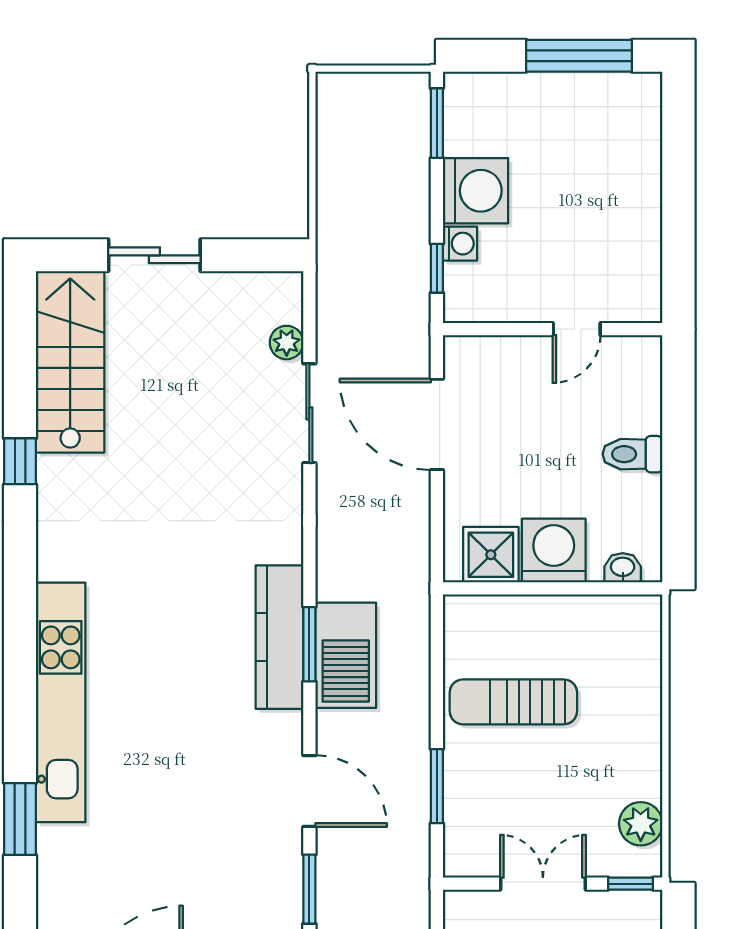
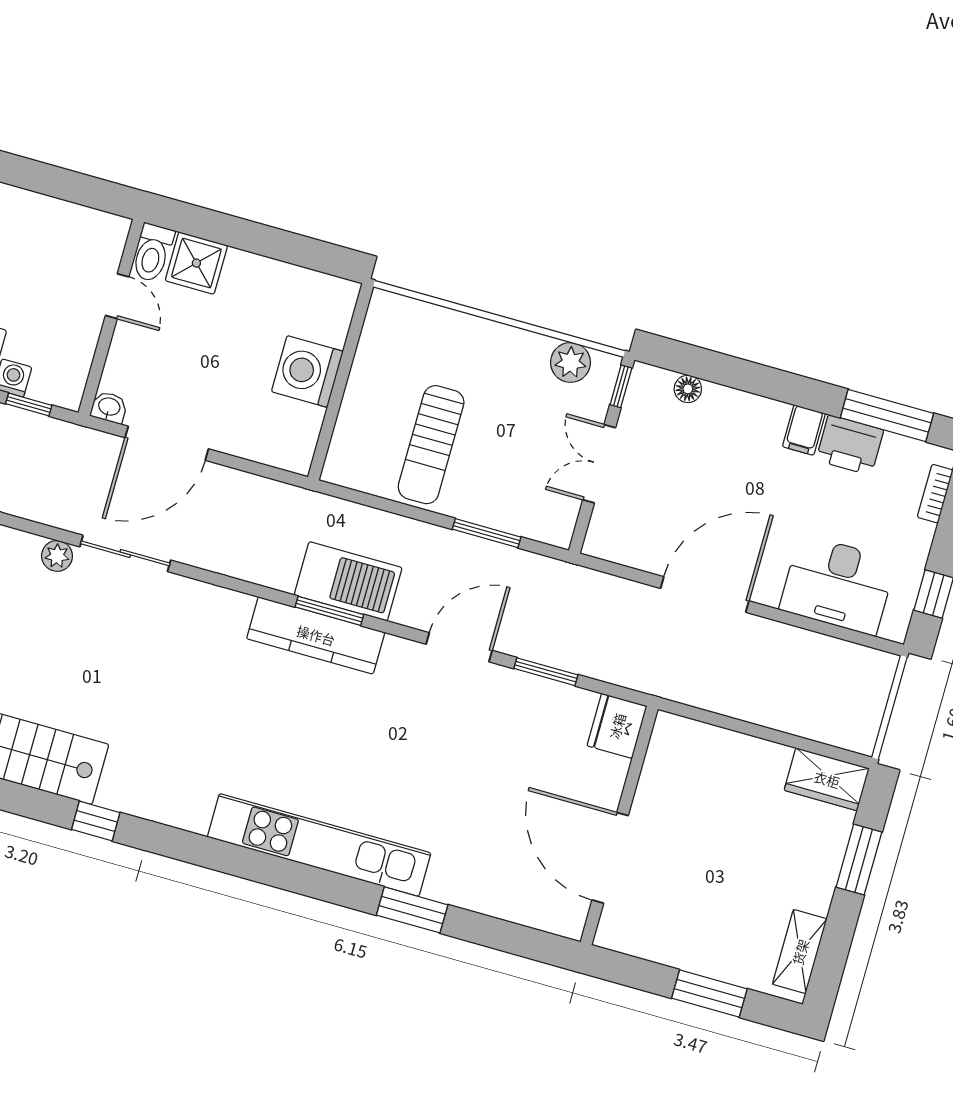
toilet: (632, 454) -> (152, 253), moved
shower: (491, 555) -> (196, 263), moved
washbasin: (623, 568) -> (109, 407), moved, turned 90

